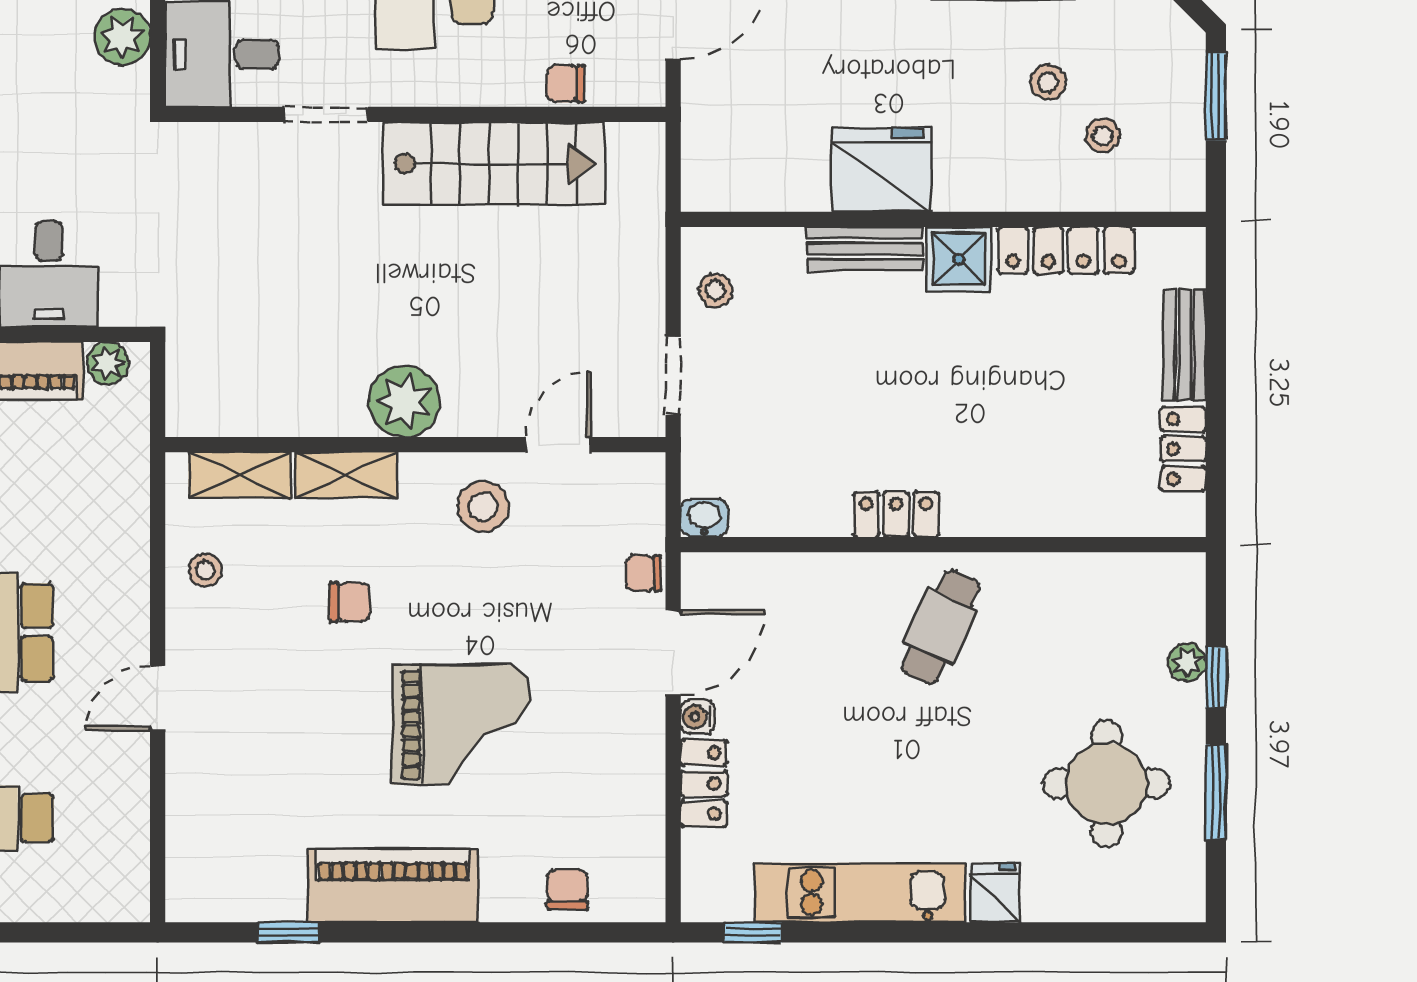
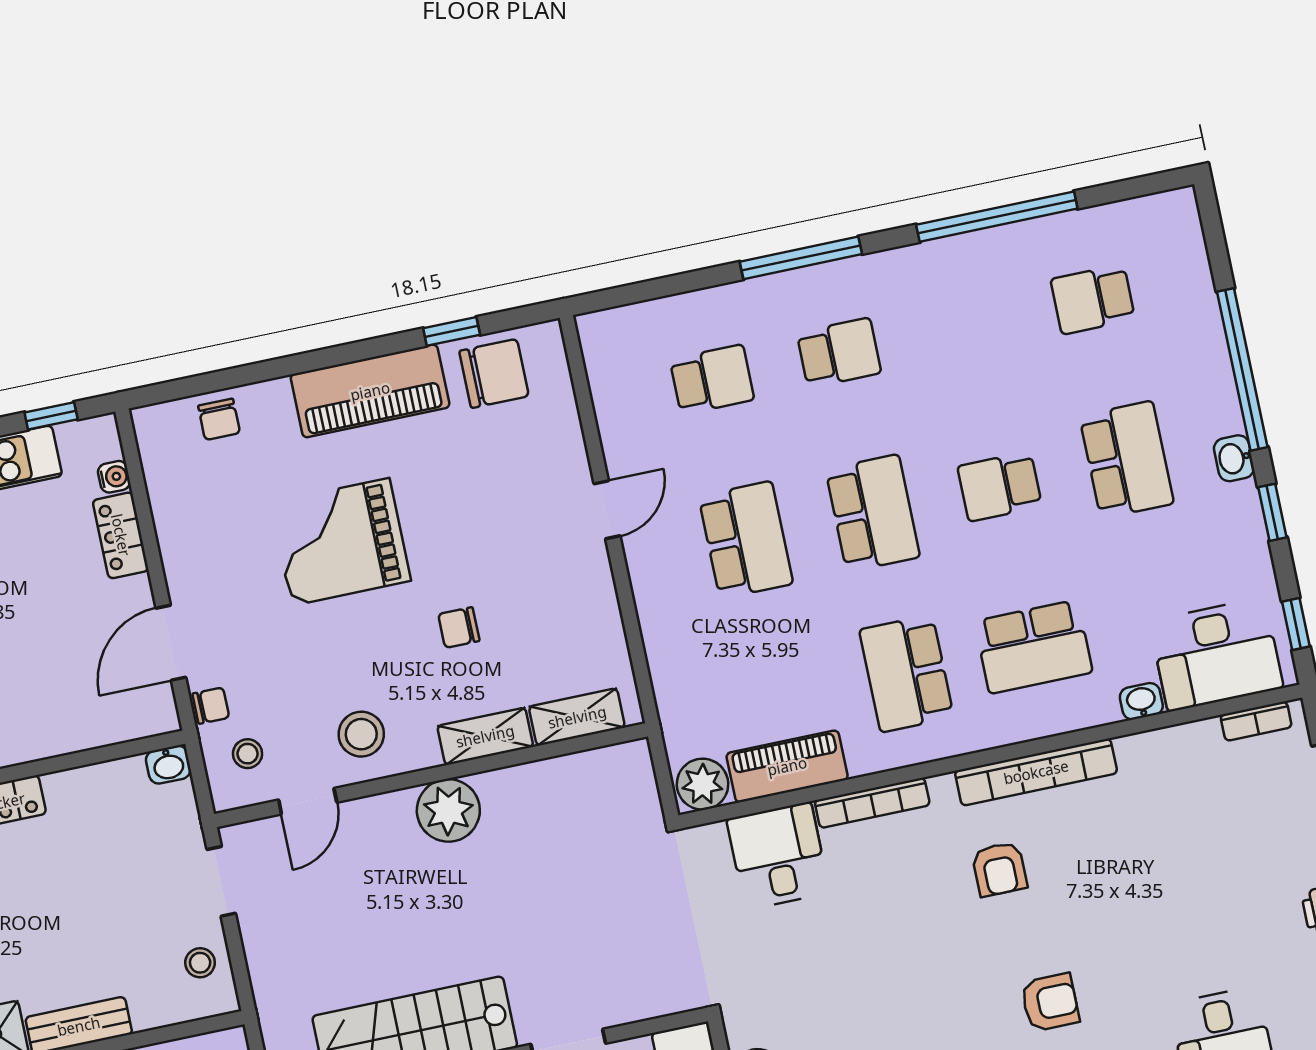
plant: (108, 363) -> (703, 784), width x1.38, depth x1.38
stool: (205, 570) -> (248, 754), moved
water cooler: (697, 717) -> (114, 477), moved
chair: (251, 876) -> (494, 373), added

